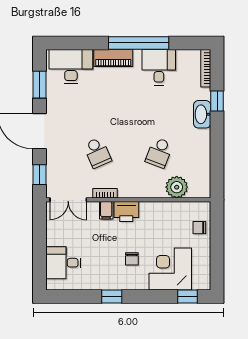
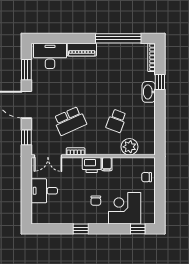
window: (139, 43) -> (118, 38), moved
desk: (159, 67) -> (116, 57), removed
school desk: (97, 153) -> (70, 121), width x1.85
filing cabinet: (106, 210) -> (107, 164), moved
desk: (63, 263) -> (44, 191), moved

